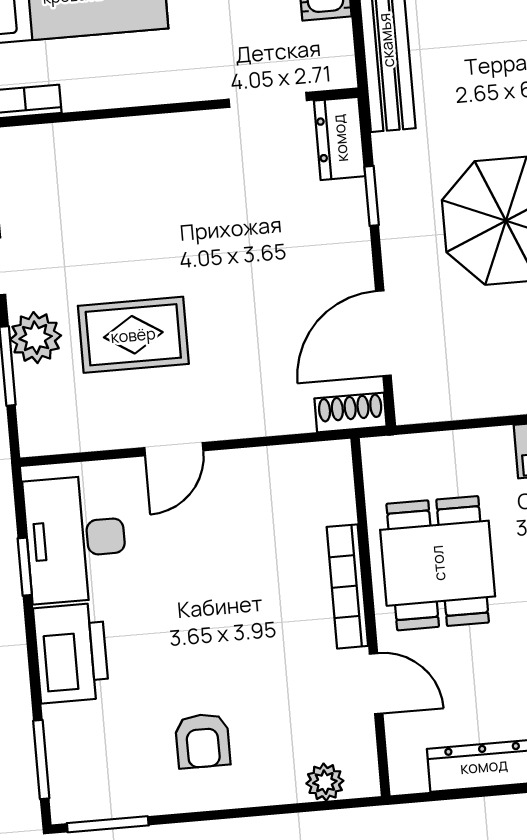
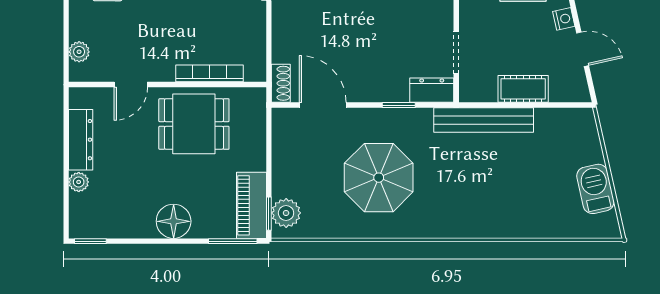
bookcase: (347, 586) -> (209, 73), moved

